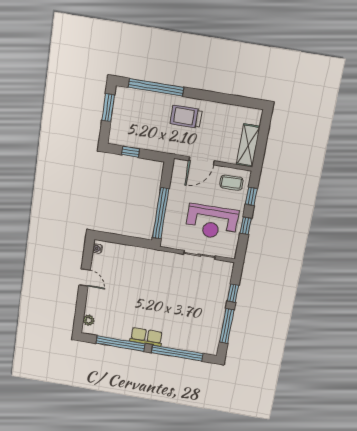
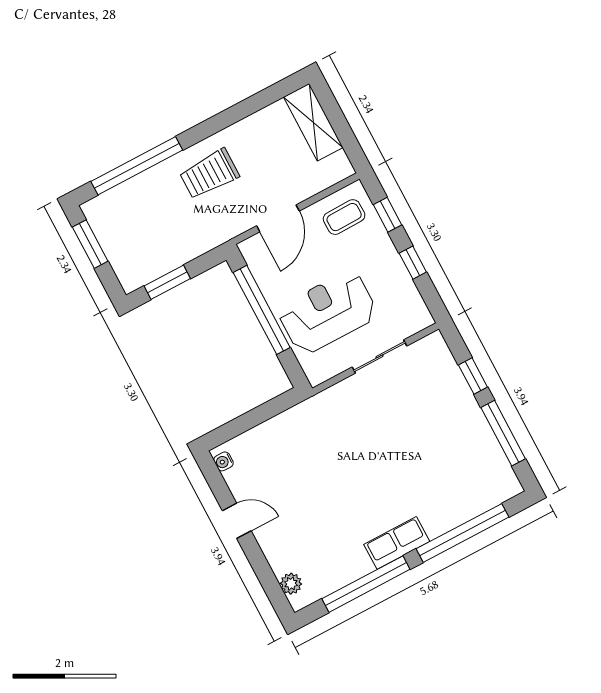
shelving: (248, 146) -> (313, 122), moved
window: (130, 152) -> (167, 282), width x1.50
window: (161, 213) -> (262, 310), moved
reception desk: (212, 222) -> (328, 312), moved, turned 180

